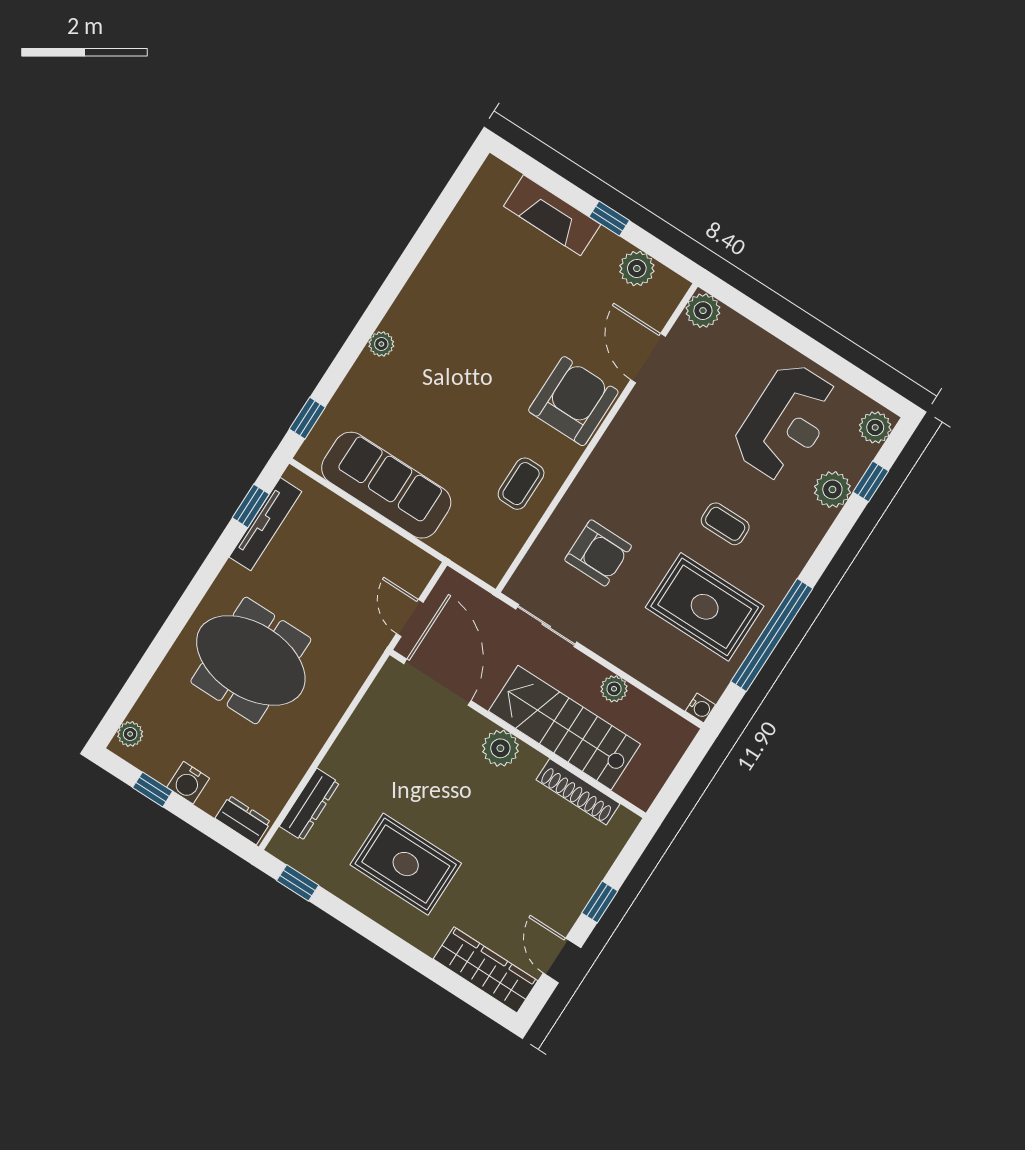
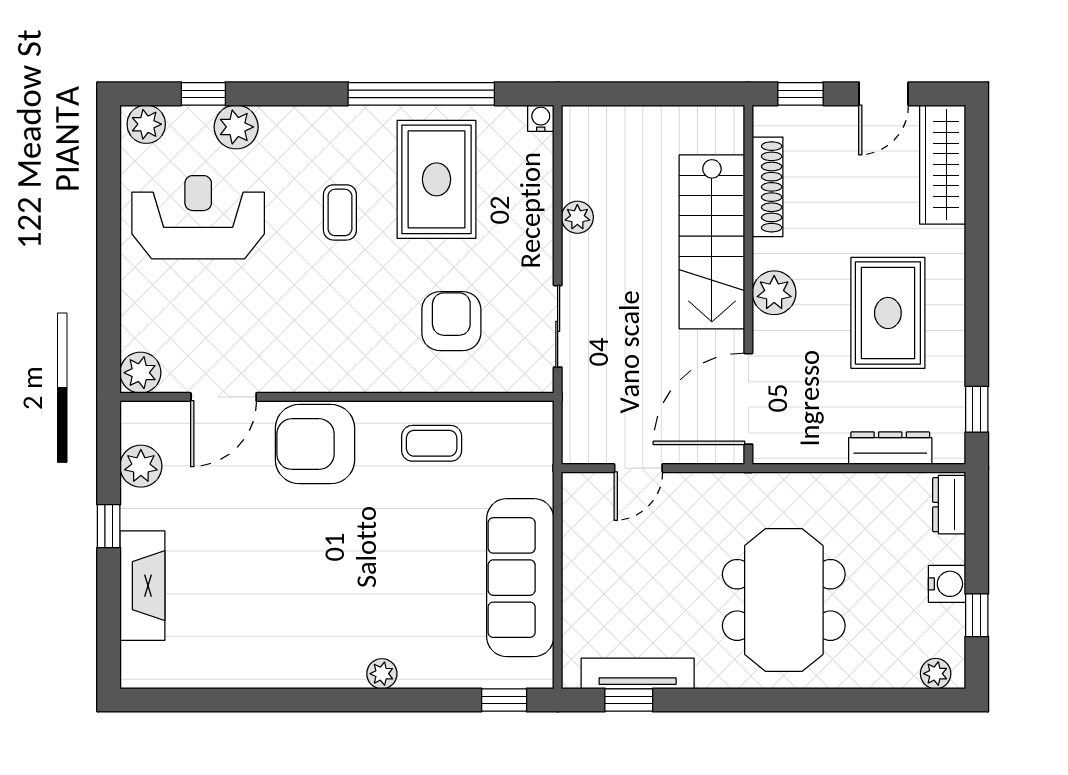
door: (437, 682) -> (748, 399), moved
stairs: (564, 728) -> (712, 242), moved
wall: (518, 734) -> (748, 285), moved
plant: (500, 748) -> (774, 293), moved
shoe rack: (578, 792) -> (768, 187), moved

